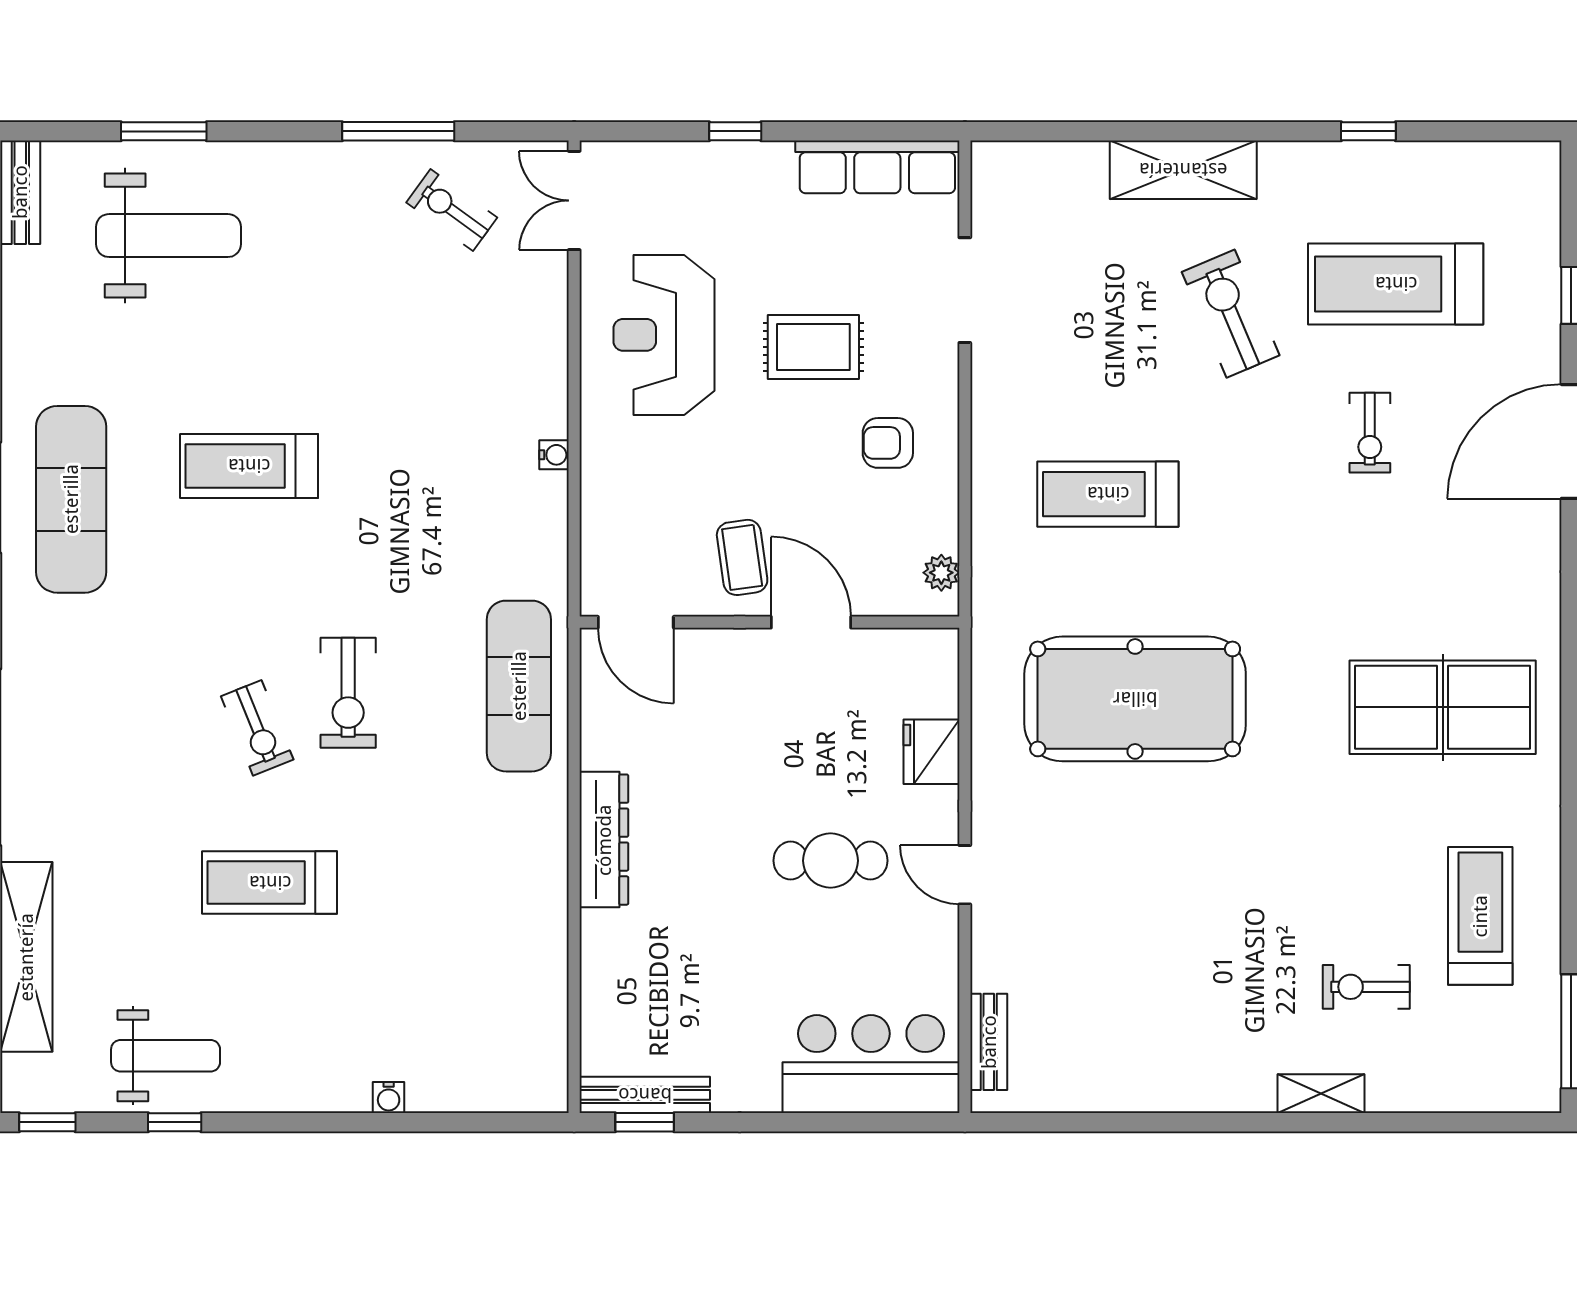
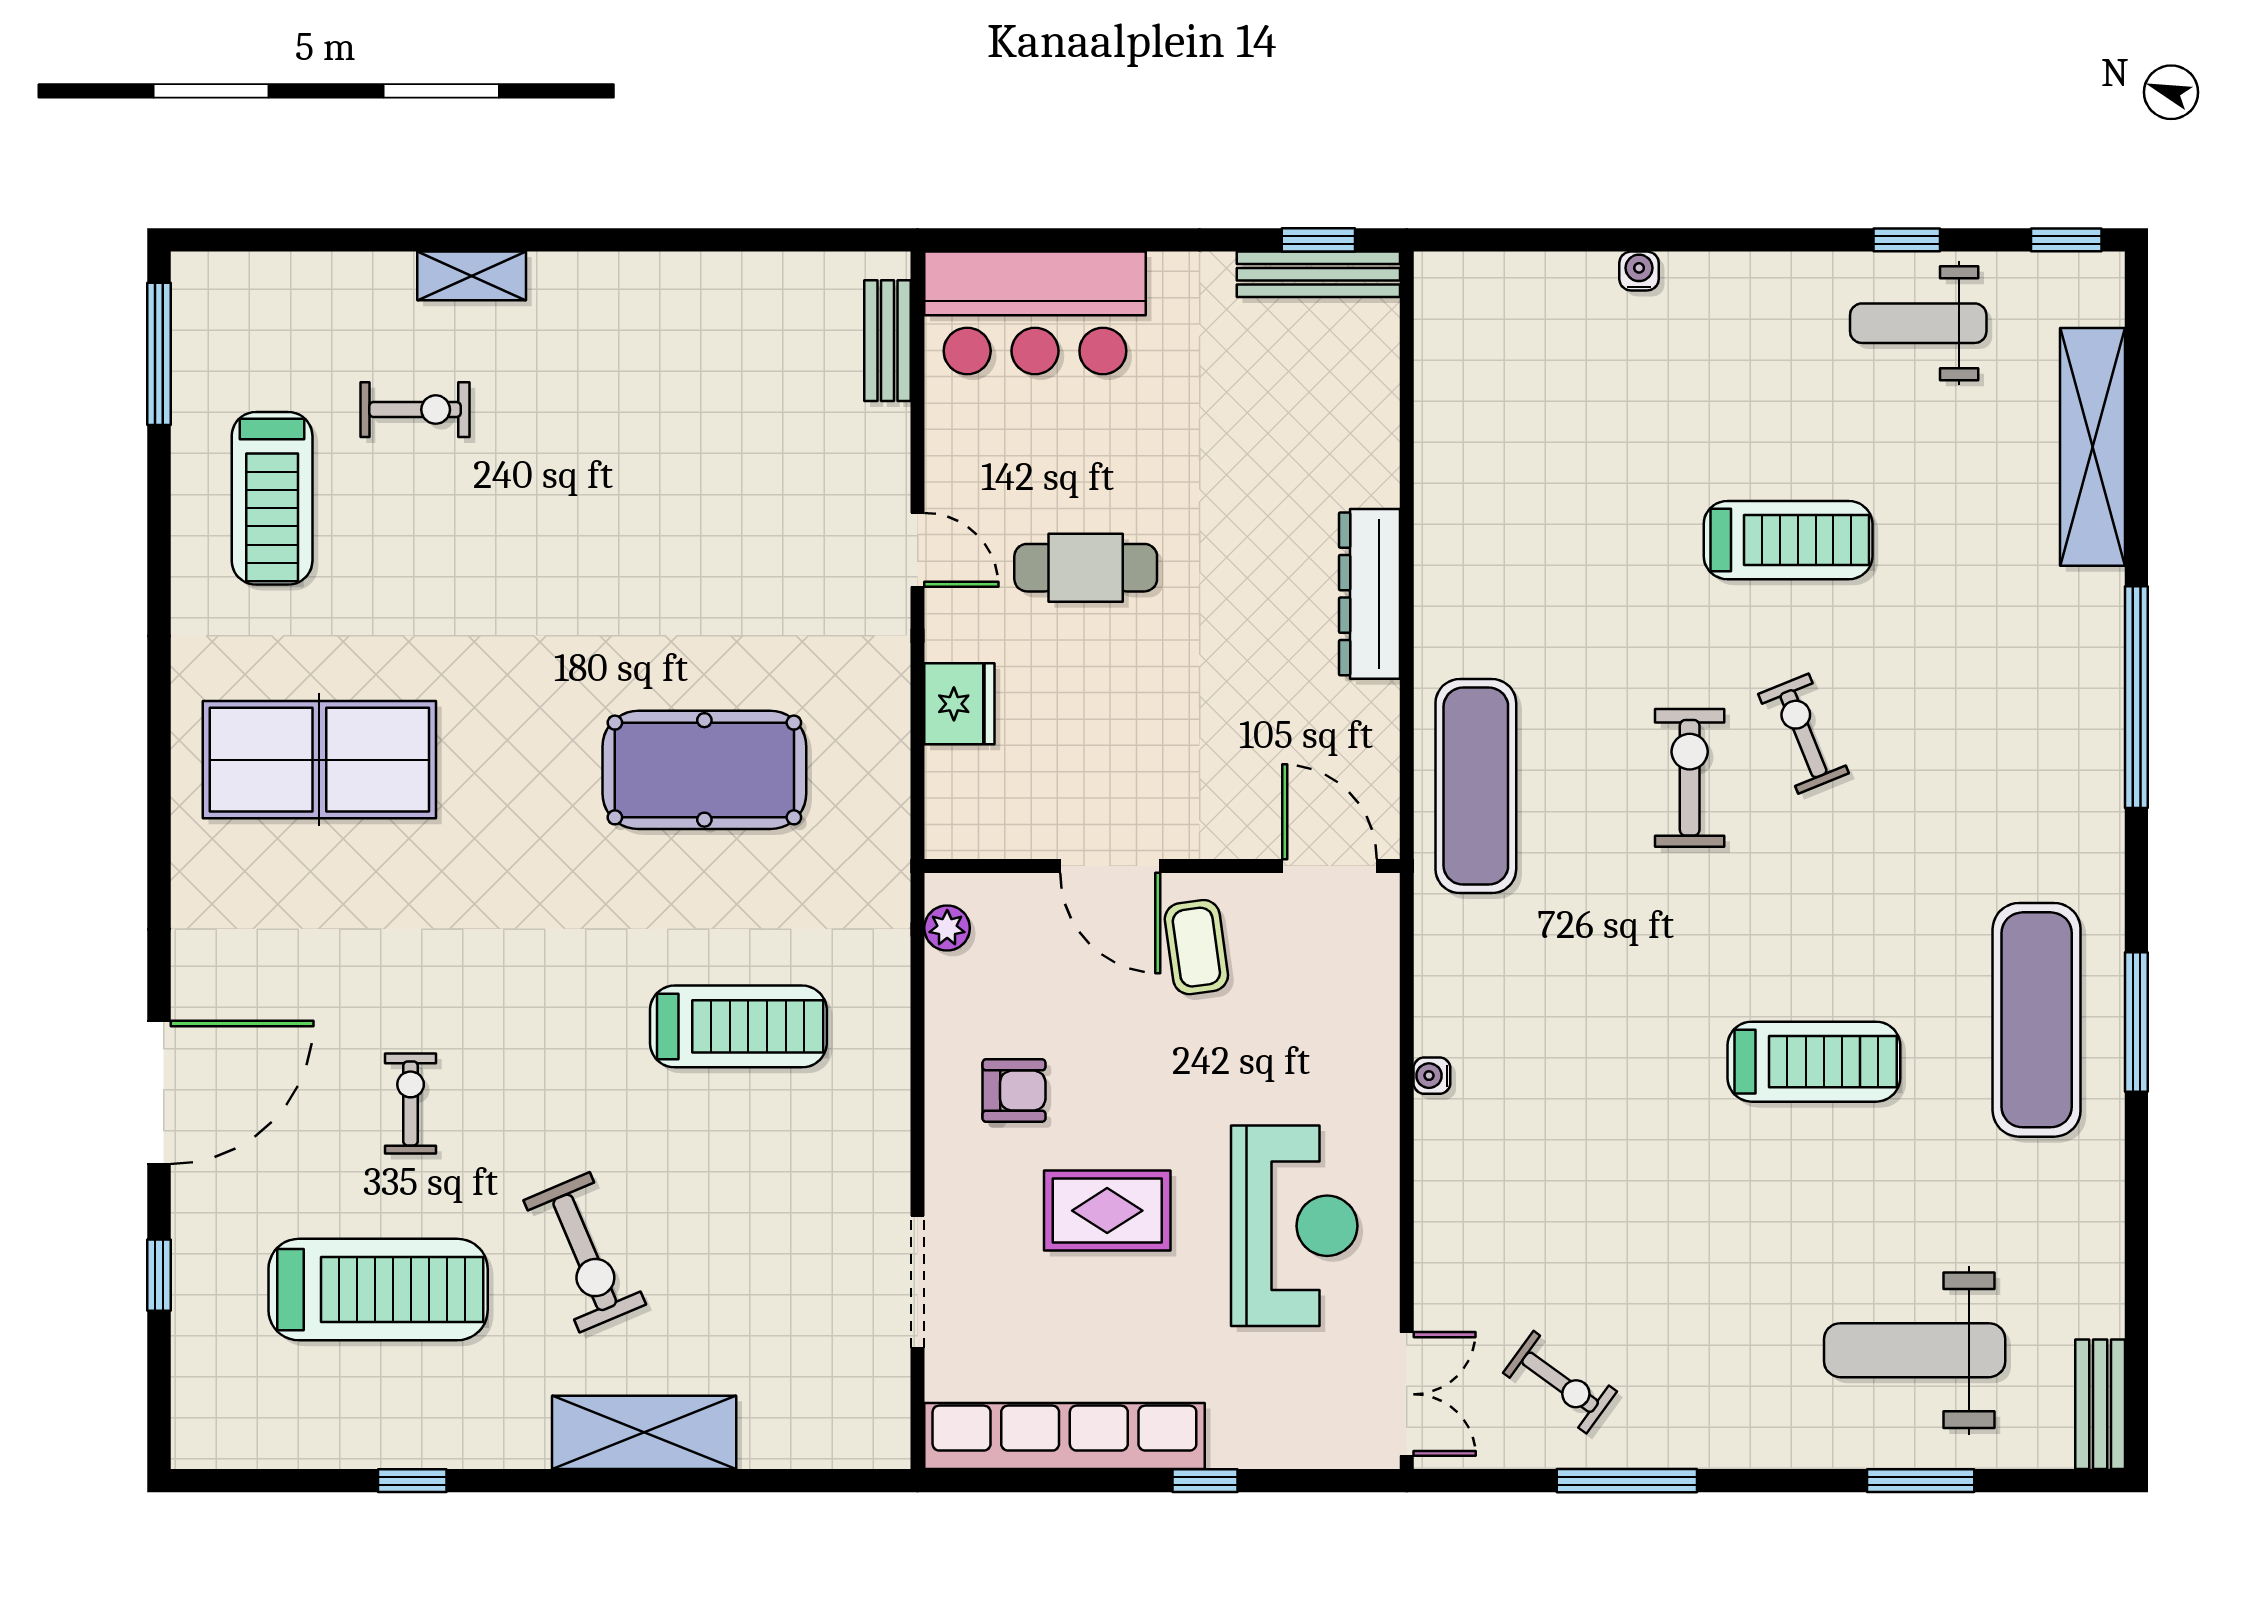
row of seats: (877, 167) -> (1064, 1436), width x1.36
pool table: (1135, 699) -> (704, 770), width x0.73, depth x0.76

